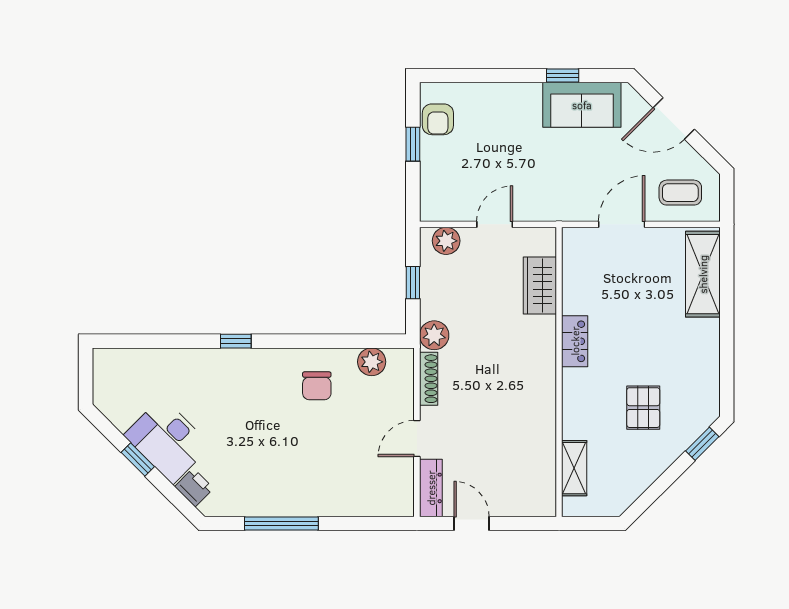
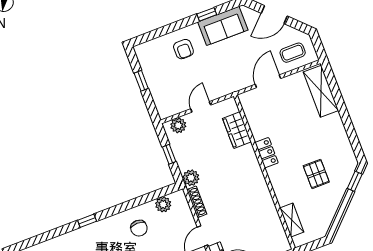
armchair: (438, 119) -> (183, 49), moved

